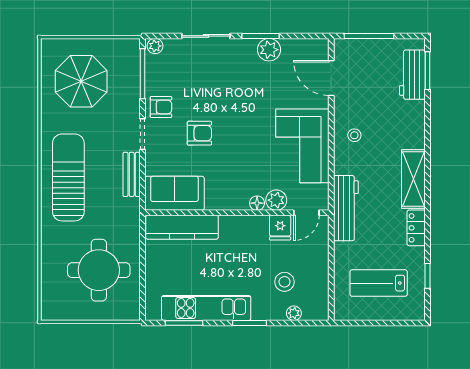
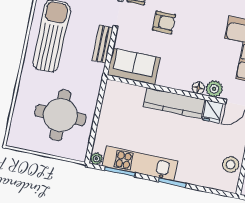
kitchen counter: (182, 227) -> (174, 103), moved
stool: (284, 282) -> (231, 164), moved
plant: (294, 313) -> (96, 159), moved

